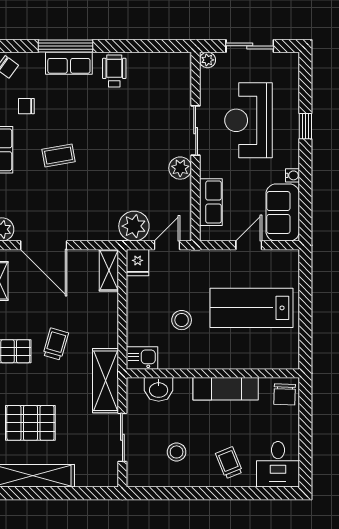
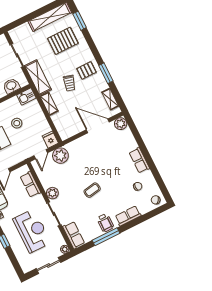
window: (65, 46) -> (106, 237), moved
row of seats: (180, 77) -> (74, 235), added
coffee table: (59, 155) -> (92, 190), moved
shelving: (109, 270) -> (49, 104), moved

